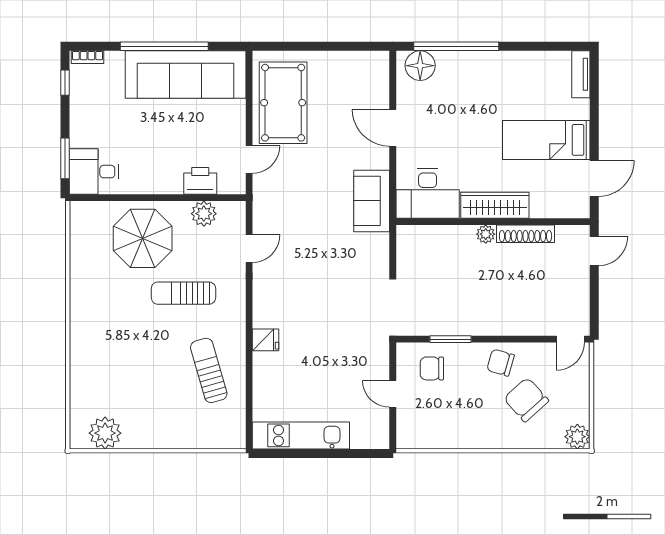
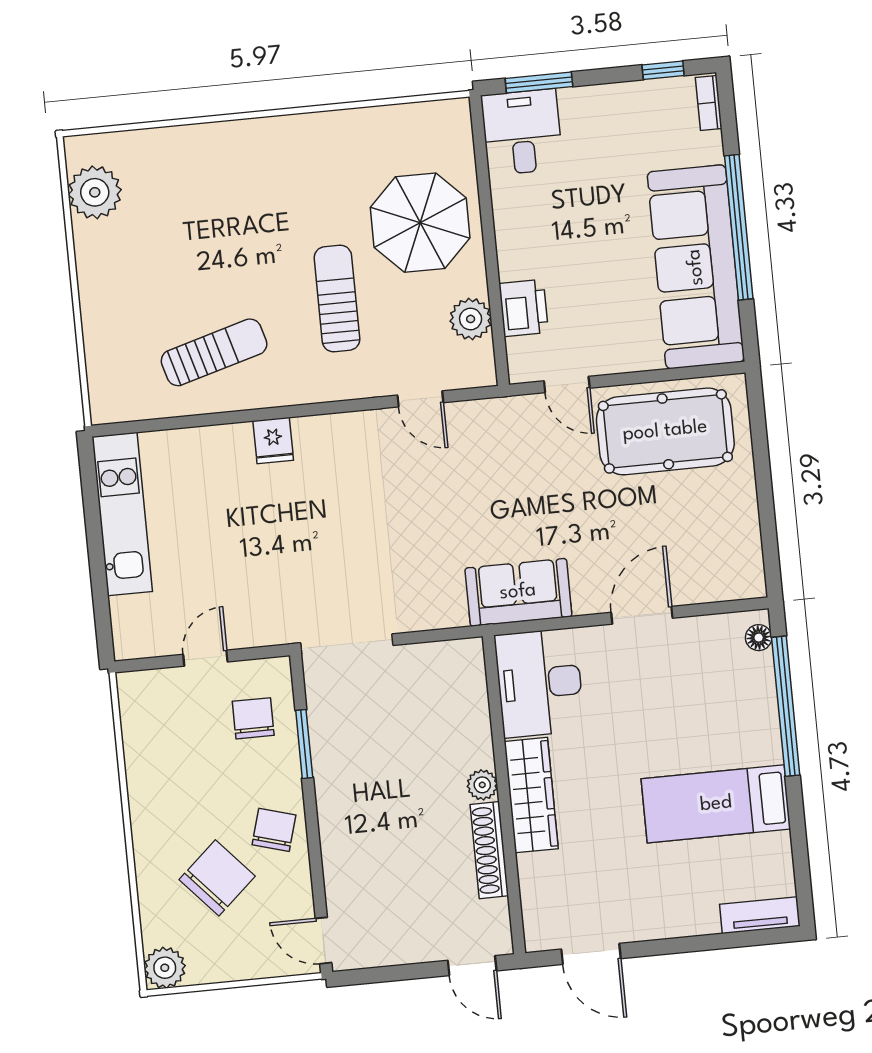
floor lamp: (420, 66) -> (759, 638), width x0.53, depth x0.53
bed: (546, 140) -> (716, 804), moved, turned -90

